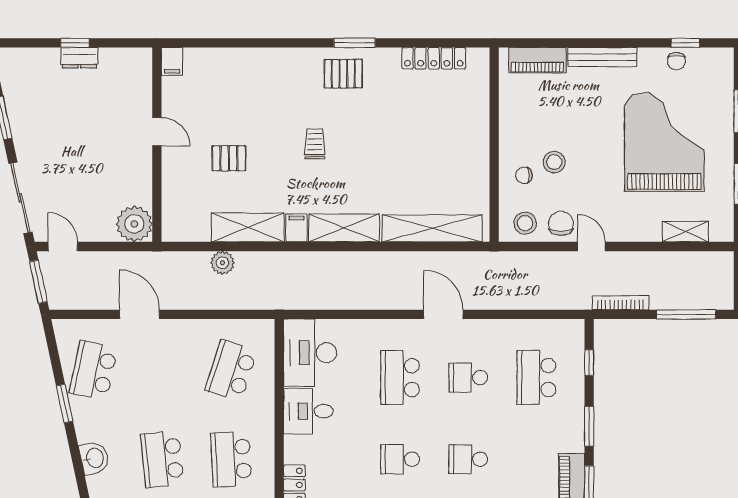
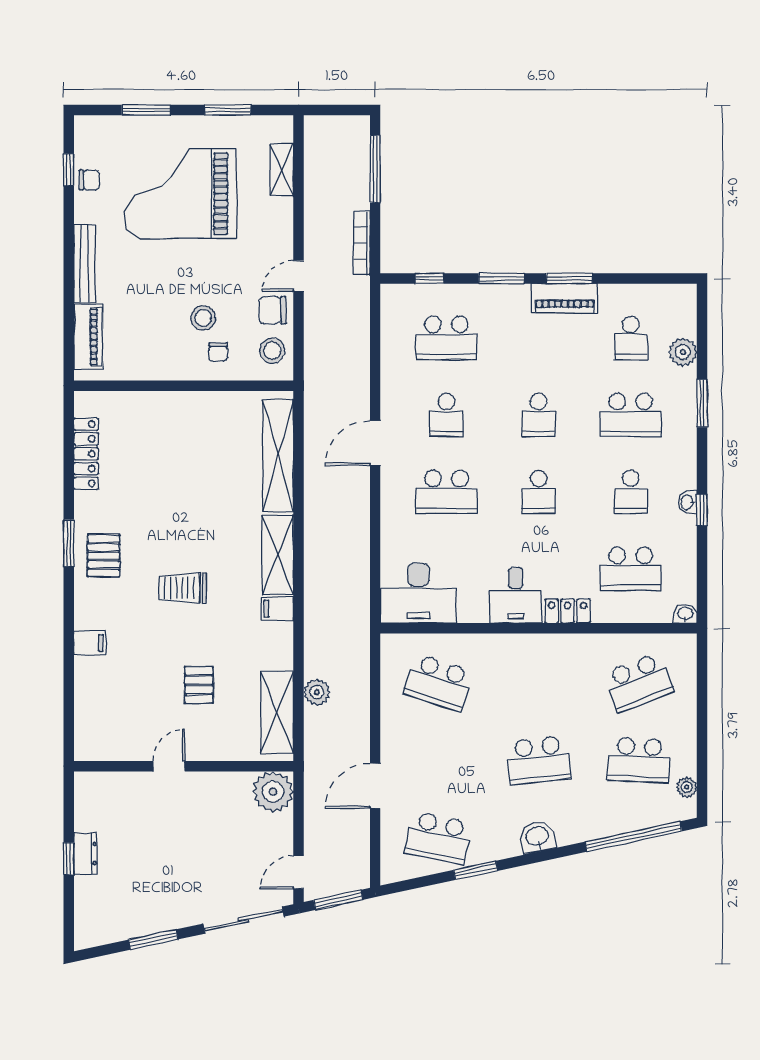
filing cabinet: (172, 61) -> (90, 643), moved
trolley: (315, 144) -> (183, 588), width x1.36, depth x1.39
shelving: (248, 227) -> (277, 712), moved
desk: (308, 411) -> (516, 595), moved
school desk: (231, 459) -> (539, 682), removed

